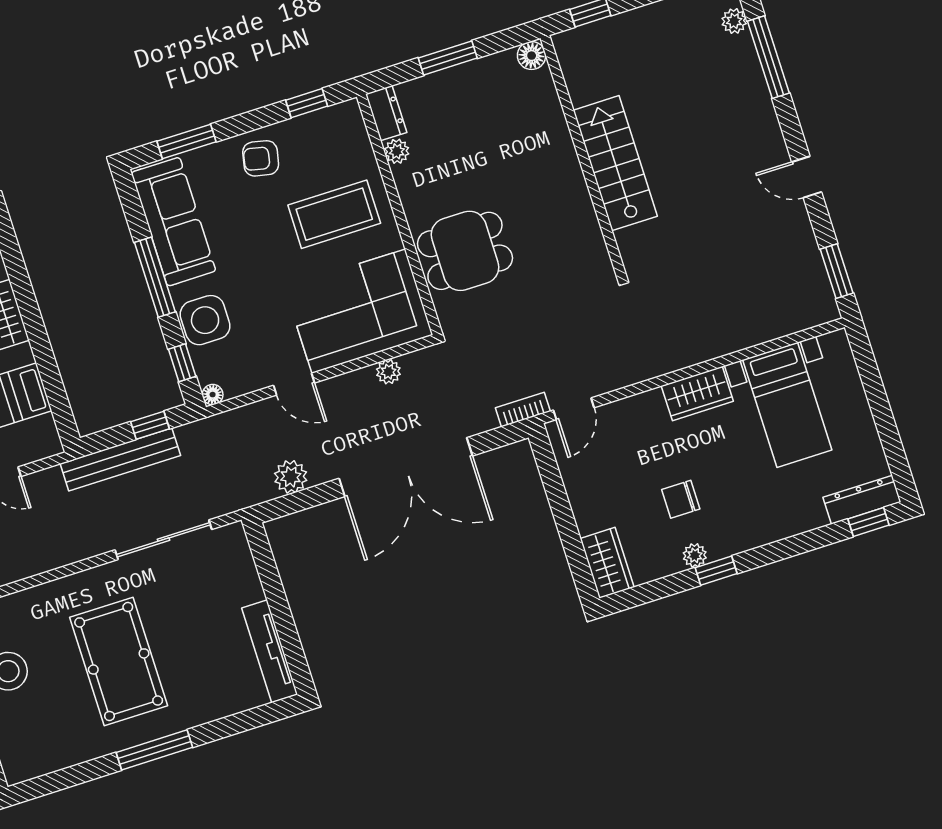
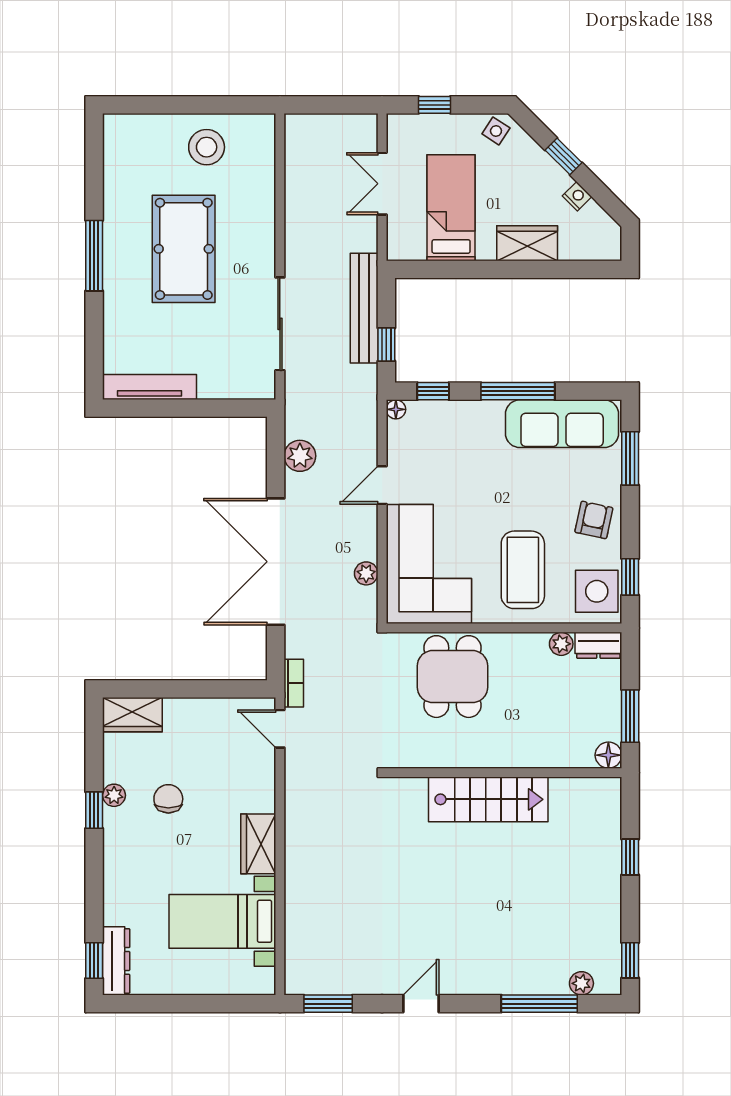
floor lamp: (532, 56) -> (608, 755), moved
wall: (583, 156) -> (504, 773), moved
stairs: (615, 163) -> (488, 799), moved
side table: (205, 320) -> (597, 591), moved
pool table: (119, 661) -> (184, 249), turned 90

